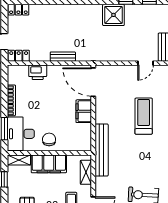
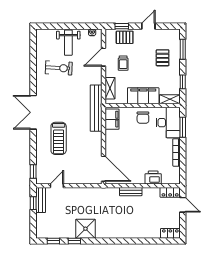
filing cabinet: (84, 111) -> (112, 119), moved

